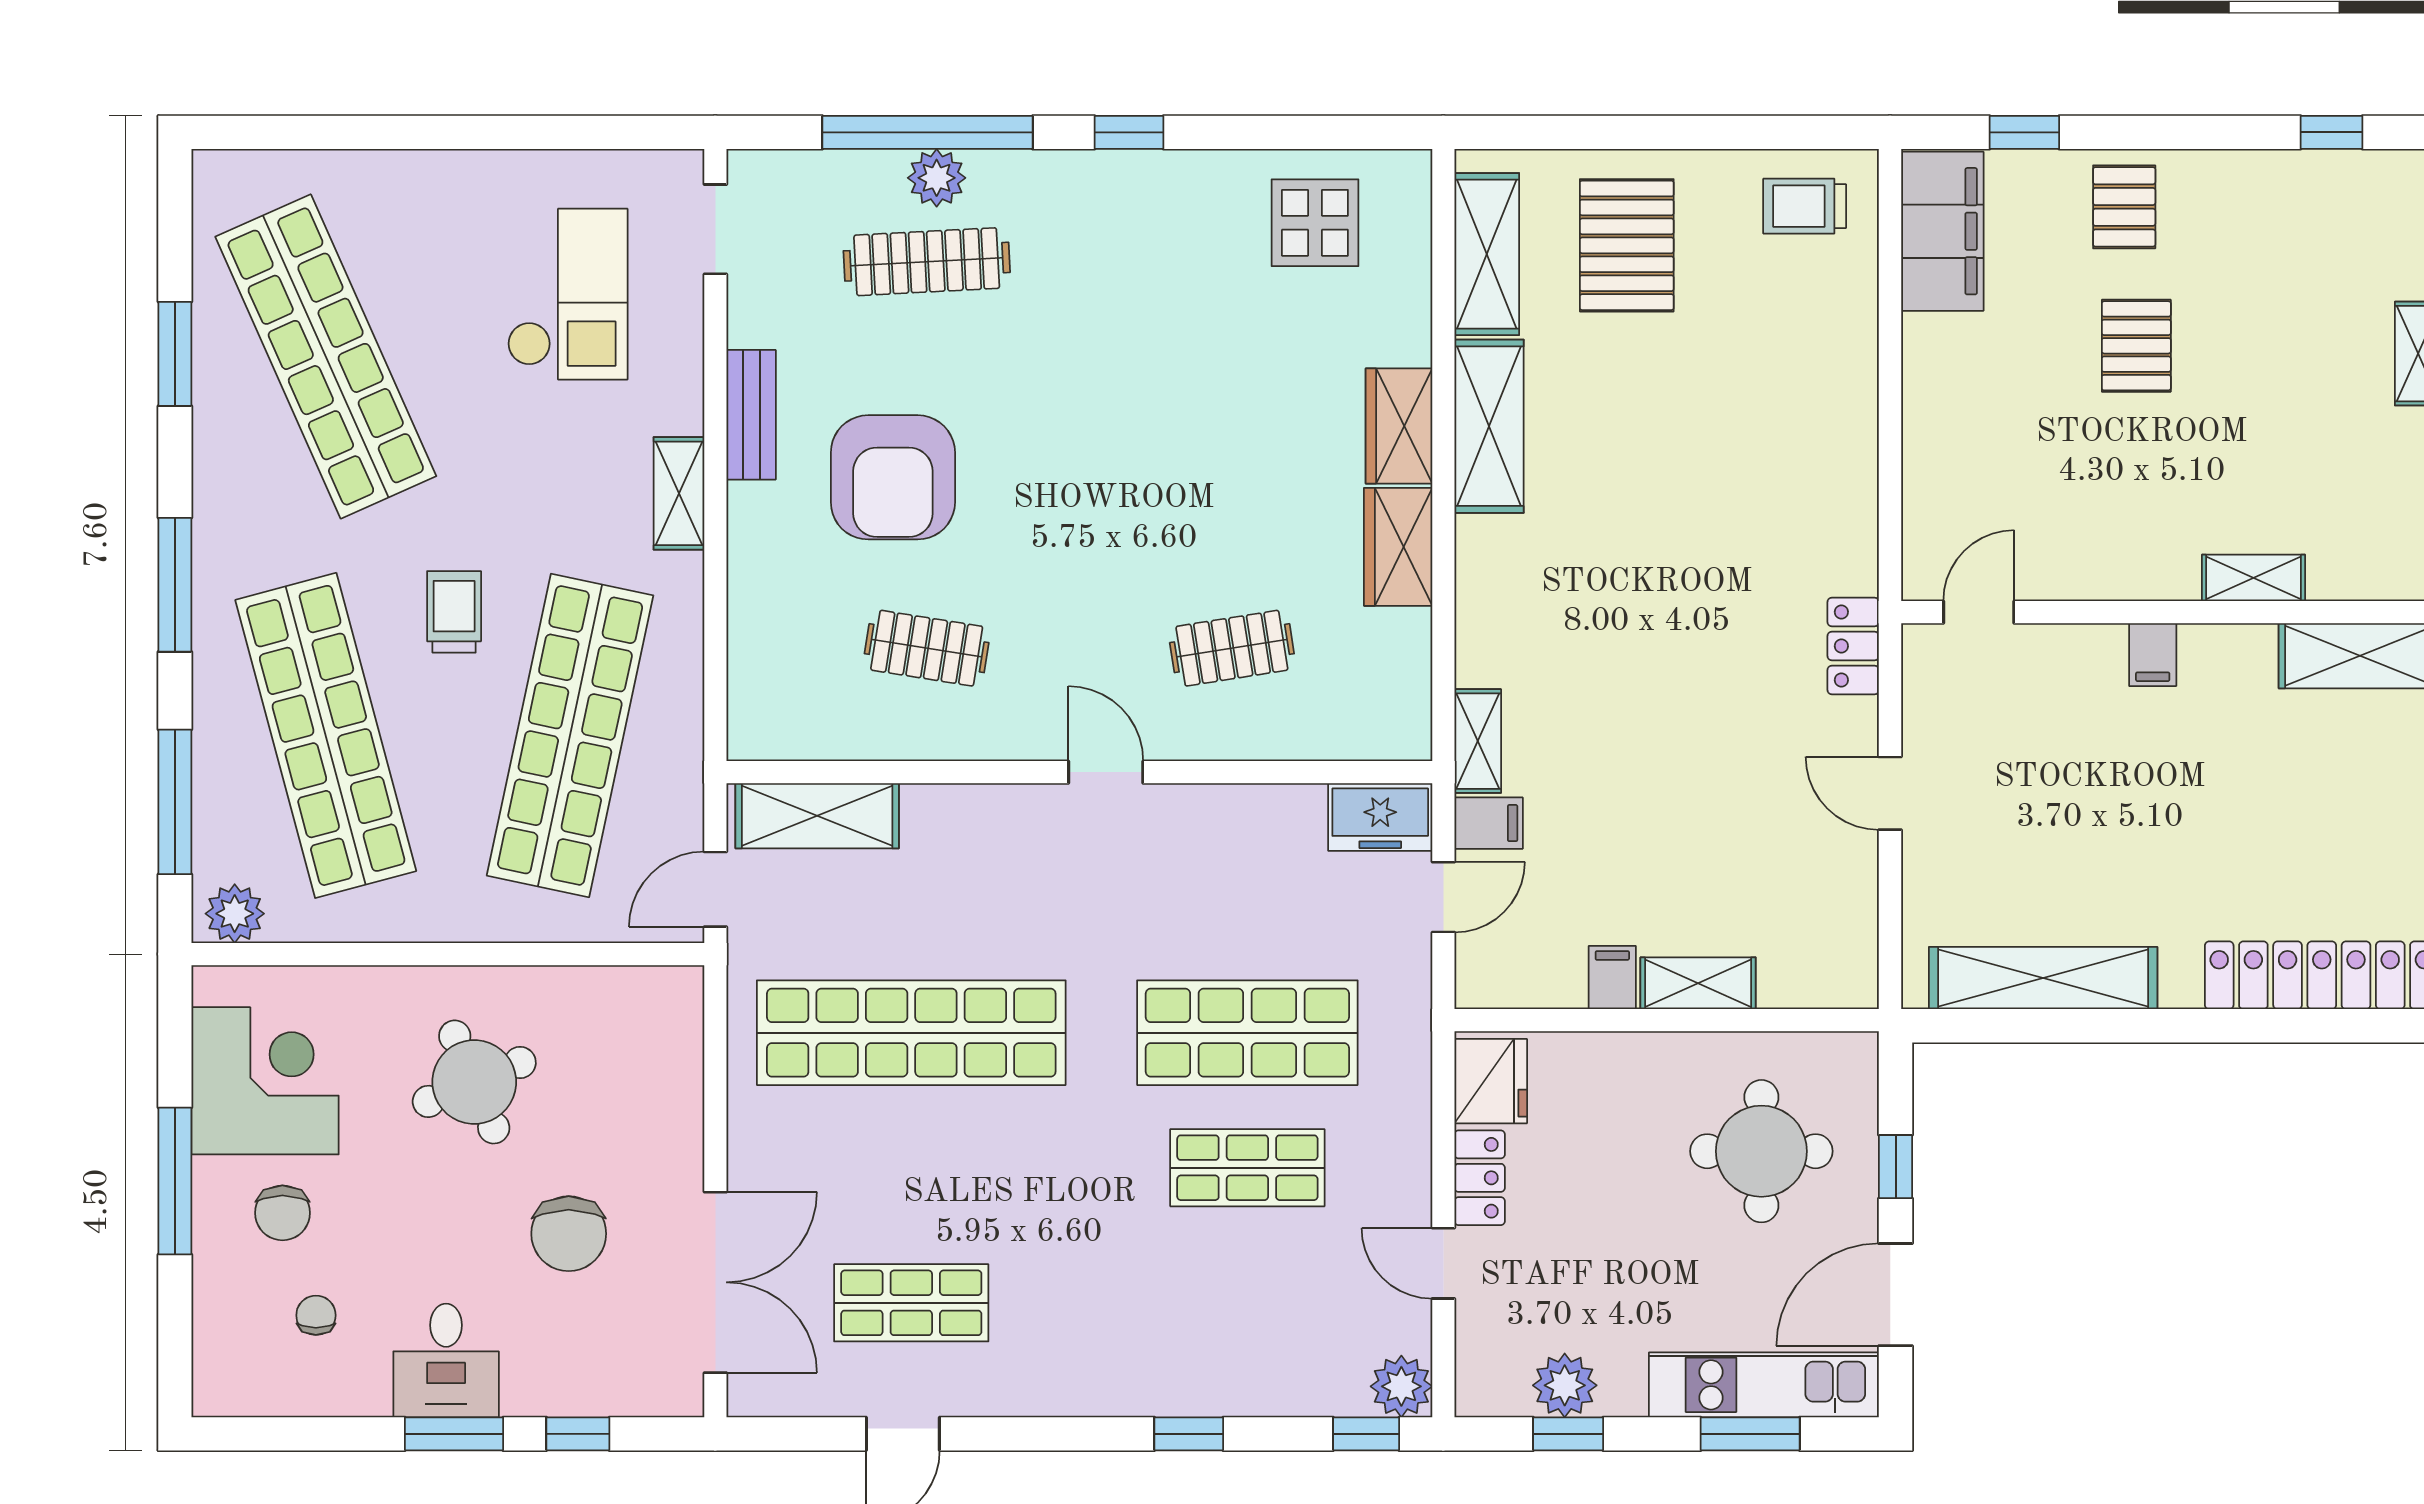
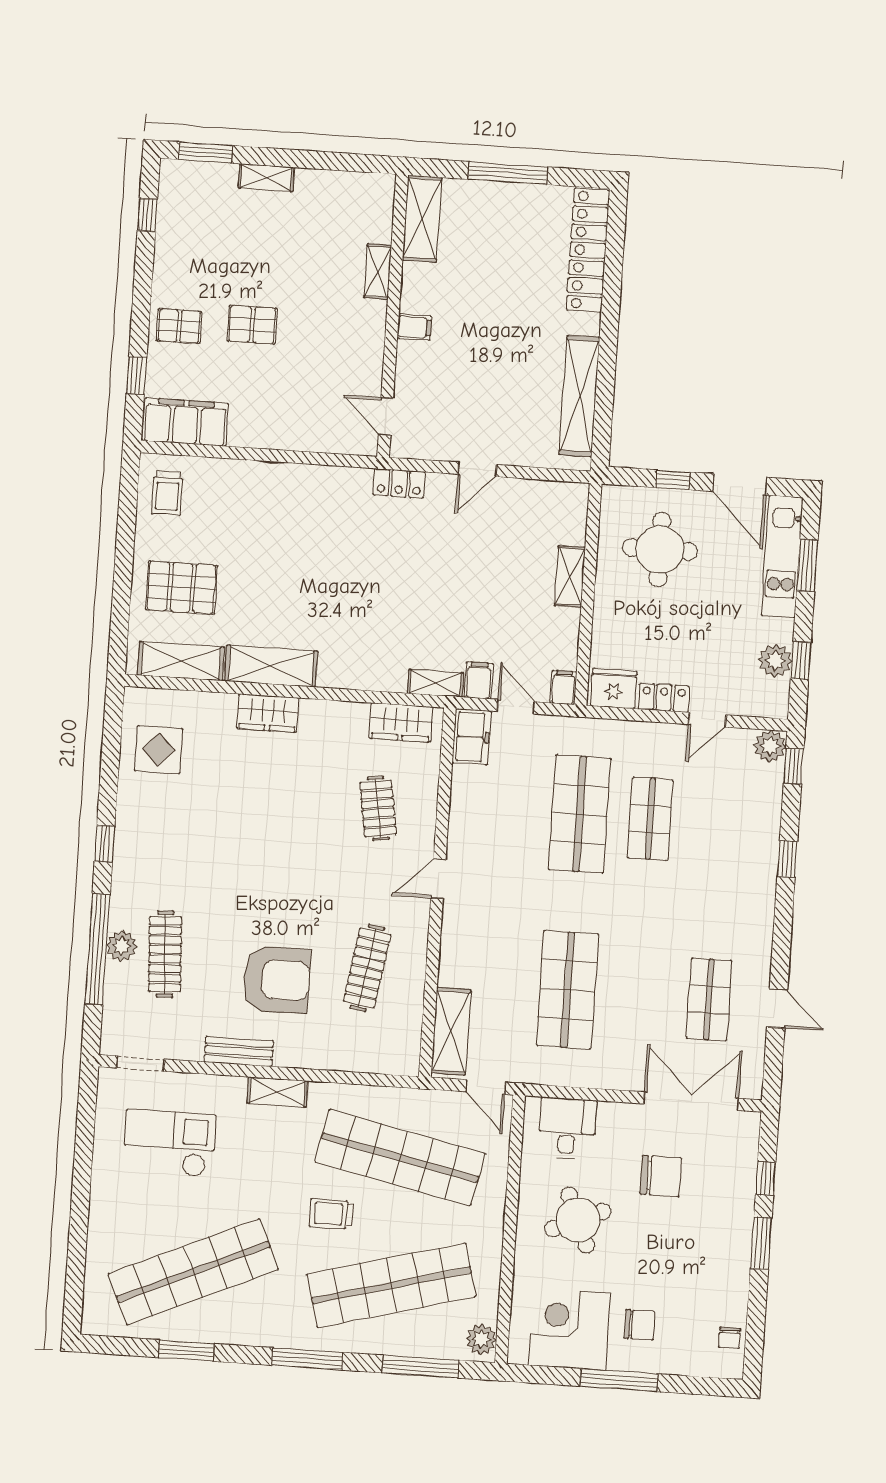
wardrobe: (1398, 547) -> (401, 723), moved
clothes rail: (927, 648) -> (367, 968), width x1.36
filing cabinet: (1612, 978) -> (563, 688), moved, turned 90
shop shelf: (911, 1033) -> (568, 990), width x0.71
chair: (316, 1315) -> (730, 1338), moved, turned -90
desk: (446, 1360) -> (567, 1128), moved, turned -90

